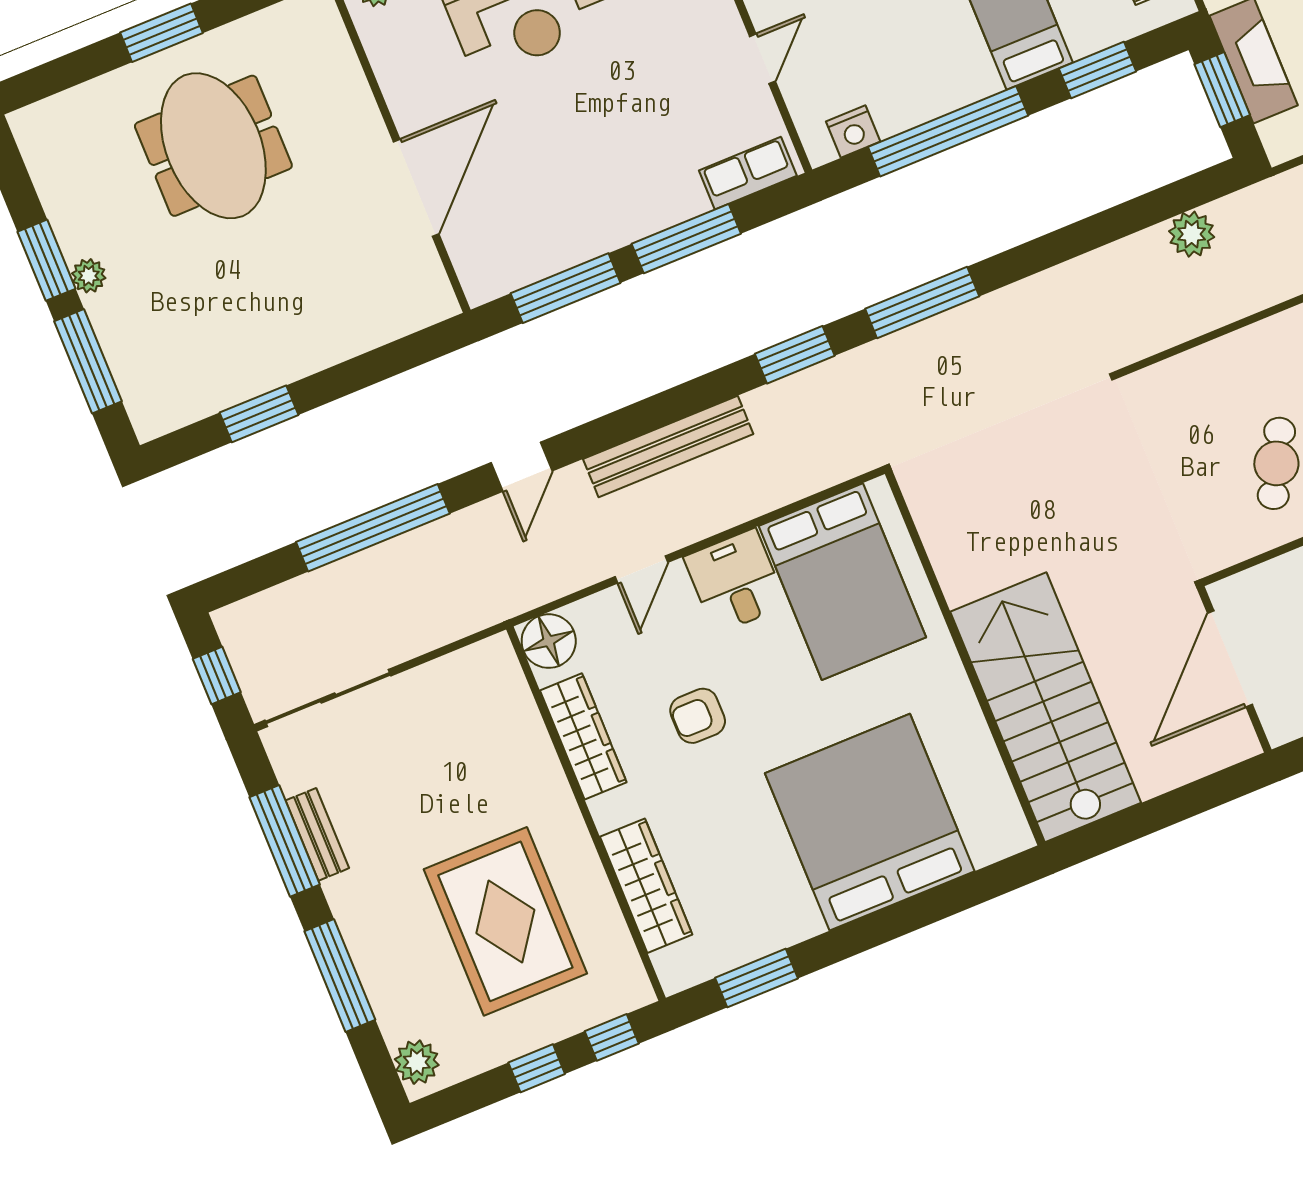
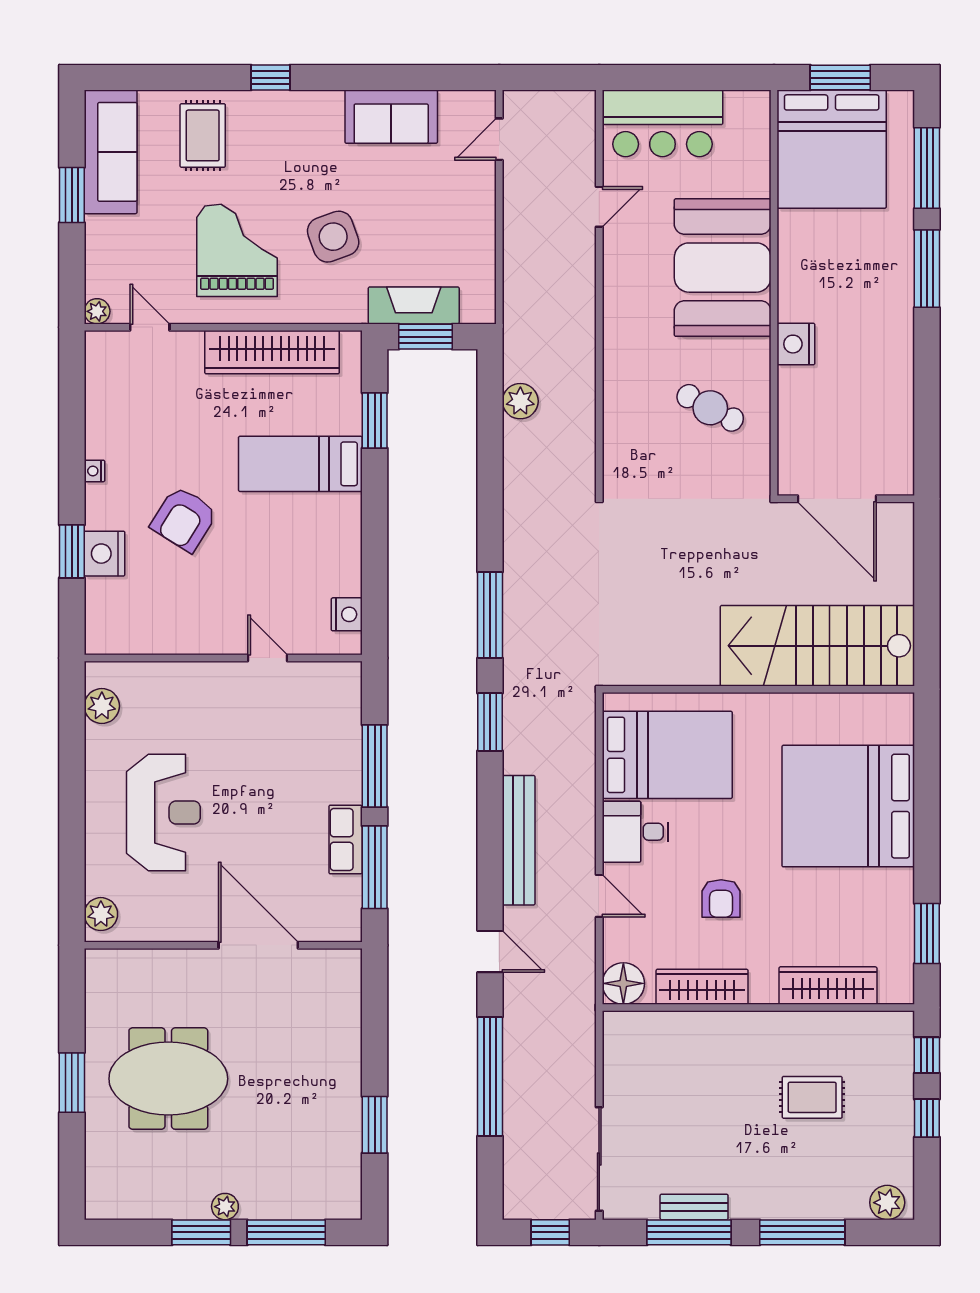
window: (948, 131) -> (375, 546), removed
row of seats: (748, 173) -> (346, 839), moved
rug: (505, 921) -> (812, 1097), width x0.54, depth x0.49

